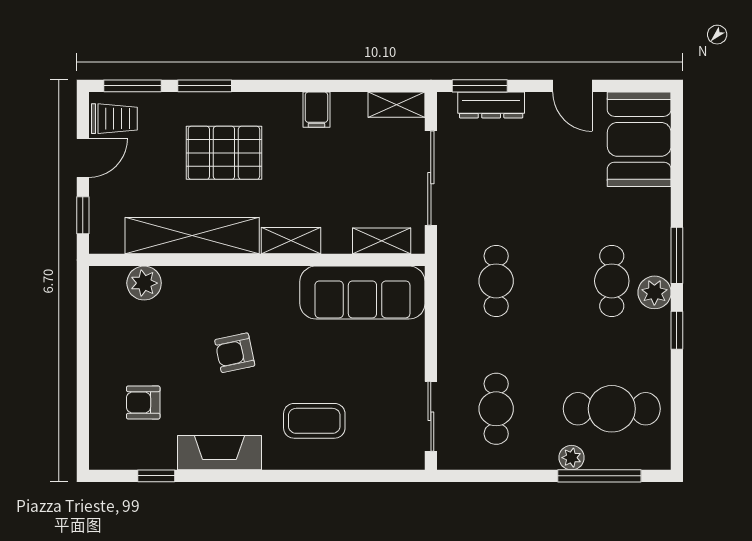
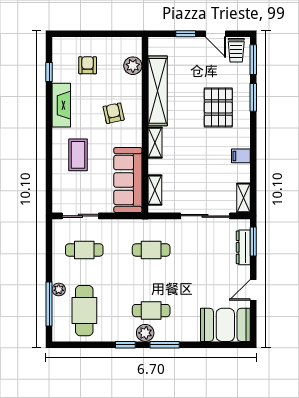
shelving: (192, 236) -> (158, 91), moved
shelving: (291, 241) -> (155, 143), moved
shelving: (382, 241) -> (155, 190), moved
wall: (257, 260) -> (145, 125), moved
plant: (144, 283) -> (133, 66), moved
sofa: (362, 293) -> (128, 180), moved

